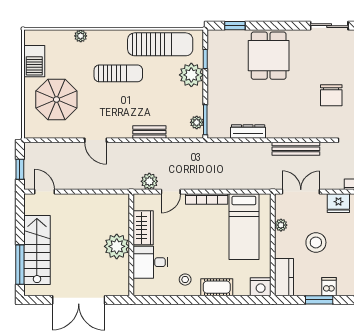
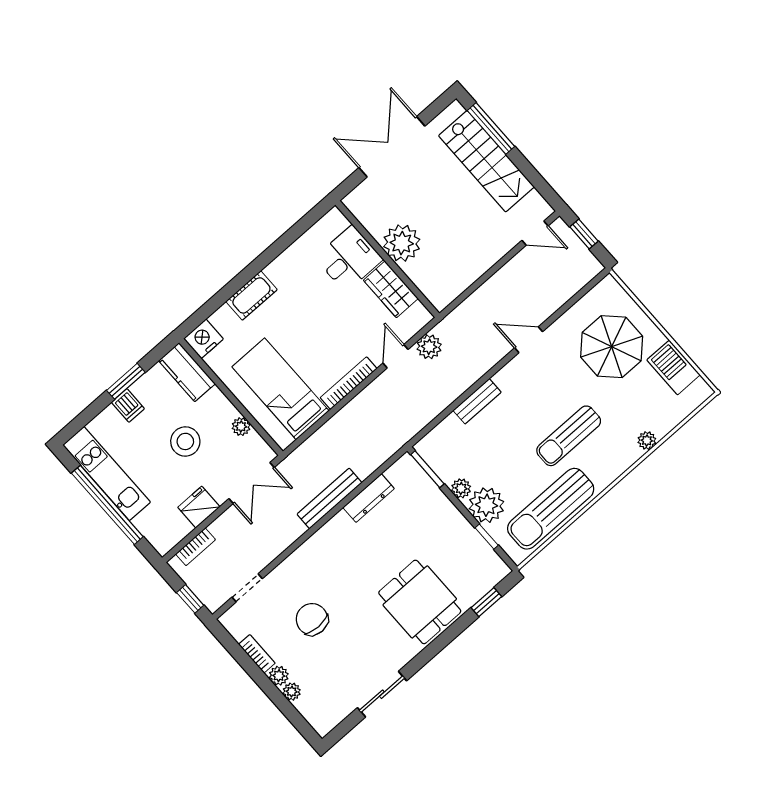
plant: (197, 122) -> (461, 488), moved
bench: (296, 149) -> (329, 498), moved
stool: (185, 280) -> (294, 273), removed

